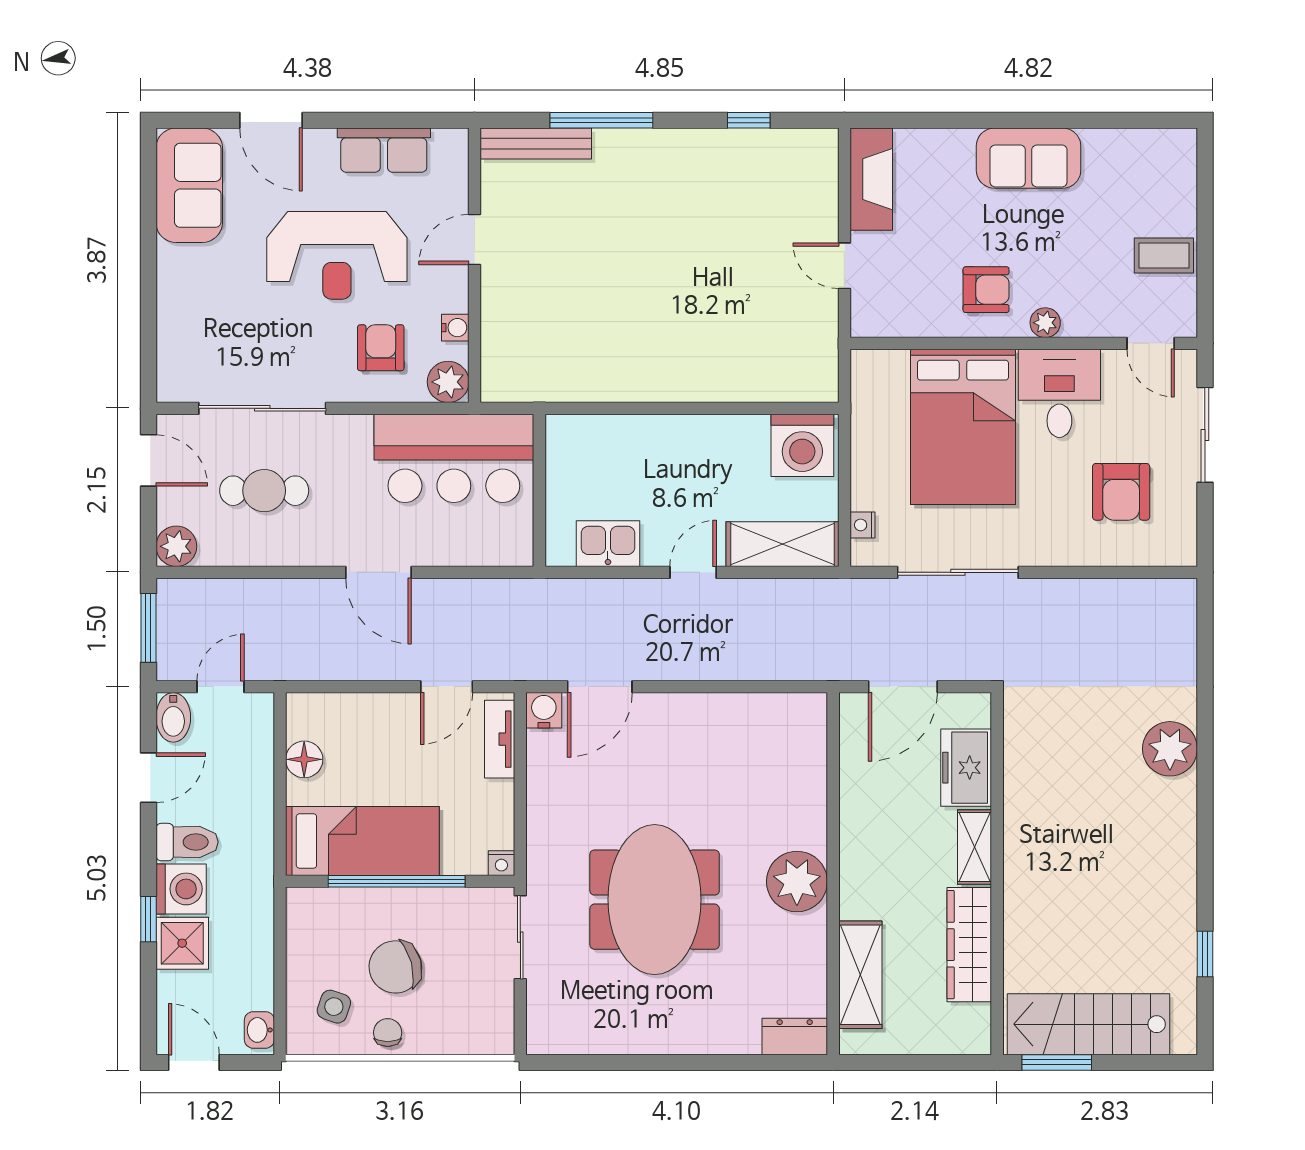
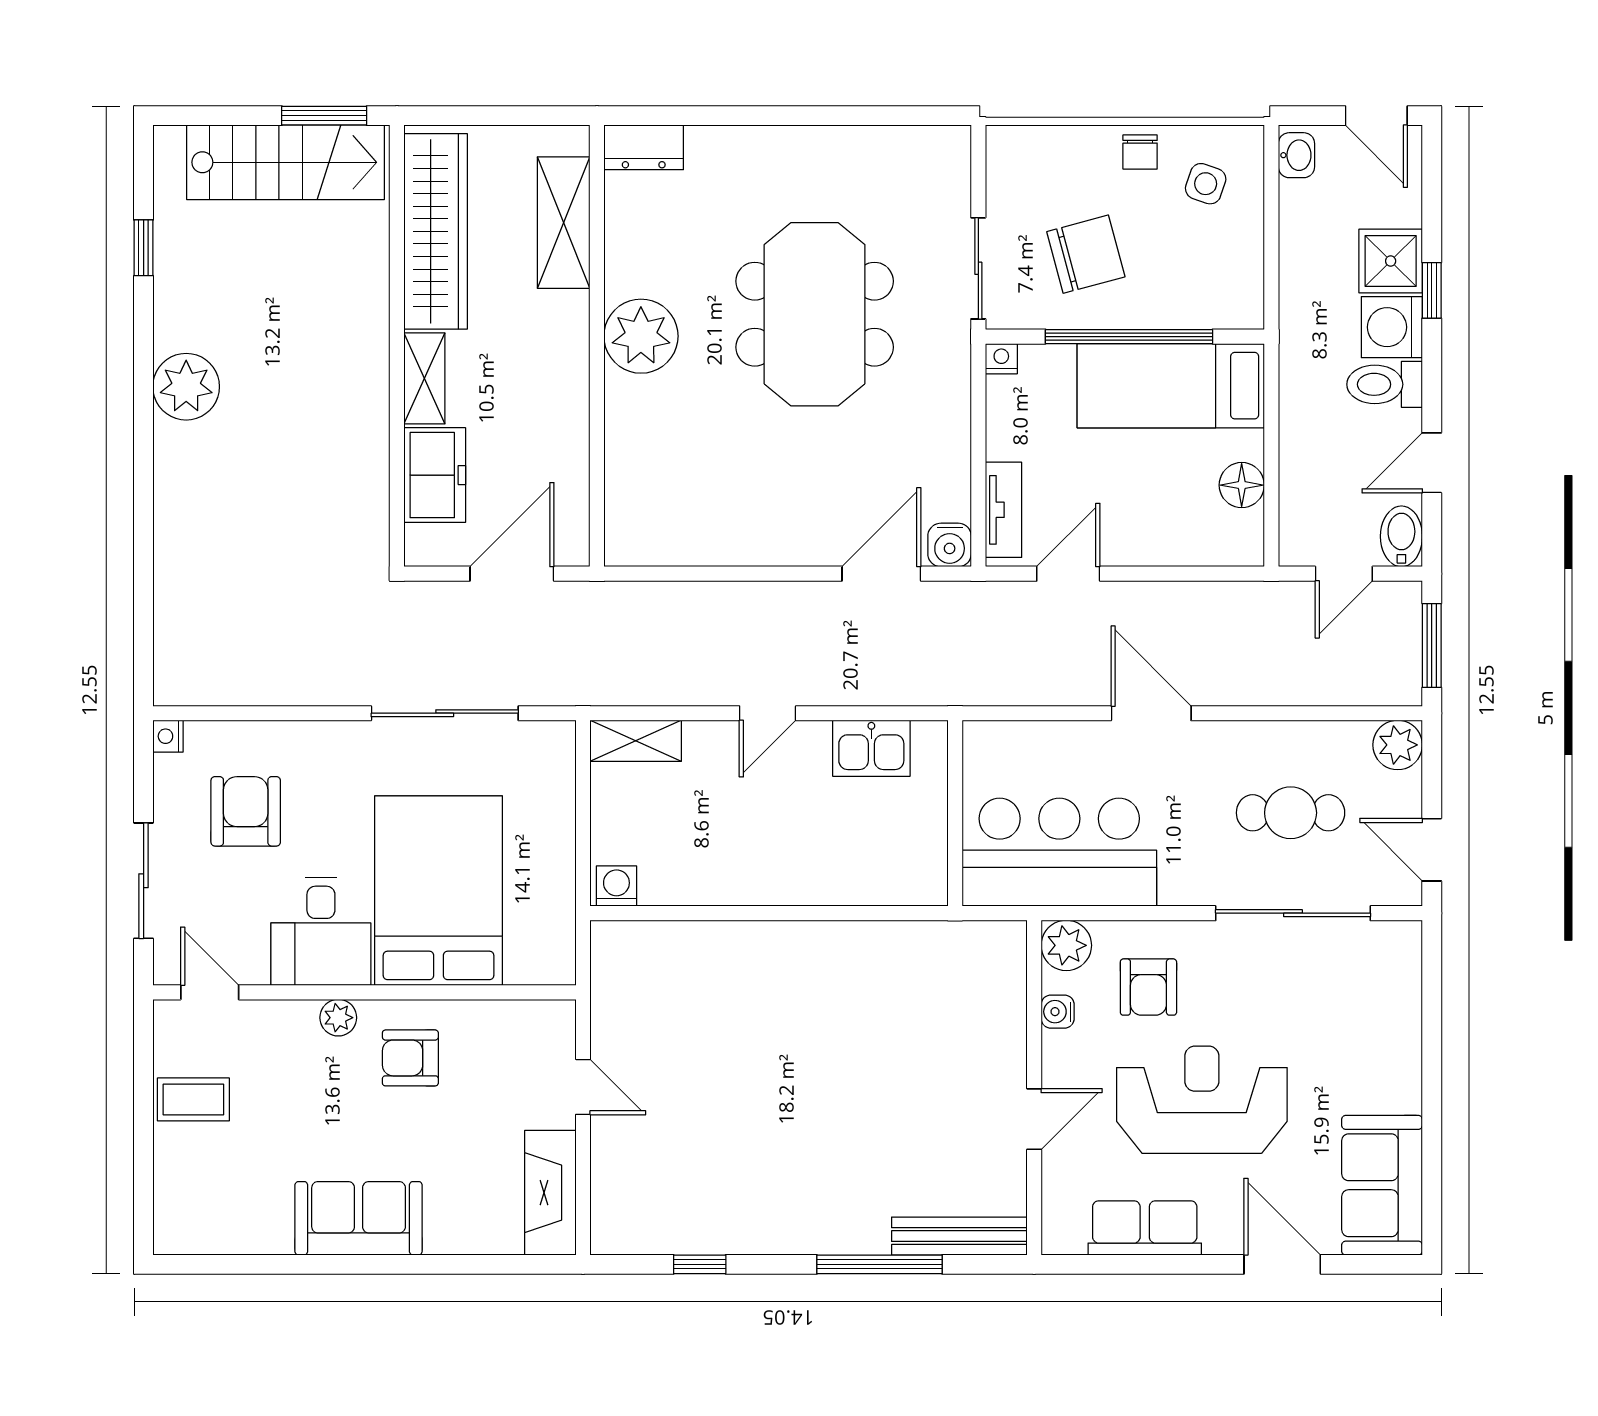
washing machine: (802, 445) -> (616, 886), width x0.53, depth x0.53
nightstand: (863, 525) -> (168, 736), moved, turned 180
shelving: (782, 544) -> (636, 741), width x0.67, depth x0.75
plant: (1170, 749) -> (186, 387), moved
wardrobe: (969, 945) -> (436, 231), width x1.40, depth x1.17
chair: (395, 967) -> (1086, 254), moved

